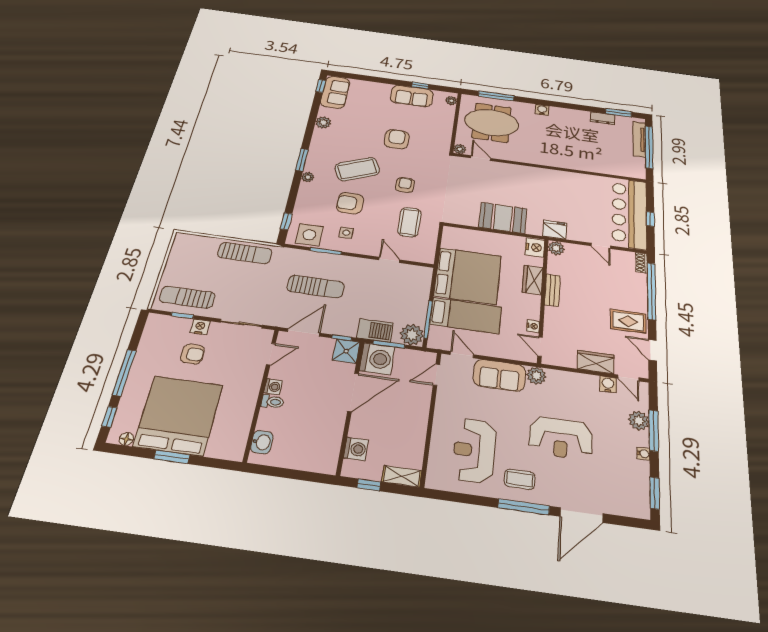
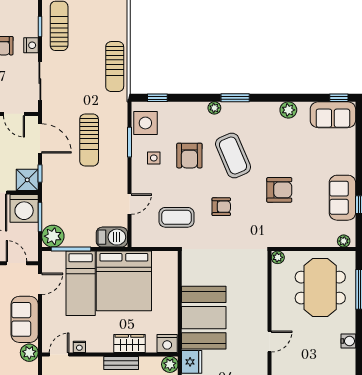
door: (481, 158) -> (269, 342), moved
armchair: (350, 203) -> (189, 156), turned 180
booth: (503, 218) -> (204, 318), width x1.36, depth x1.42
barbecue: (375, 330) -> (112, 237), moved, turned -90

